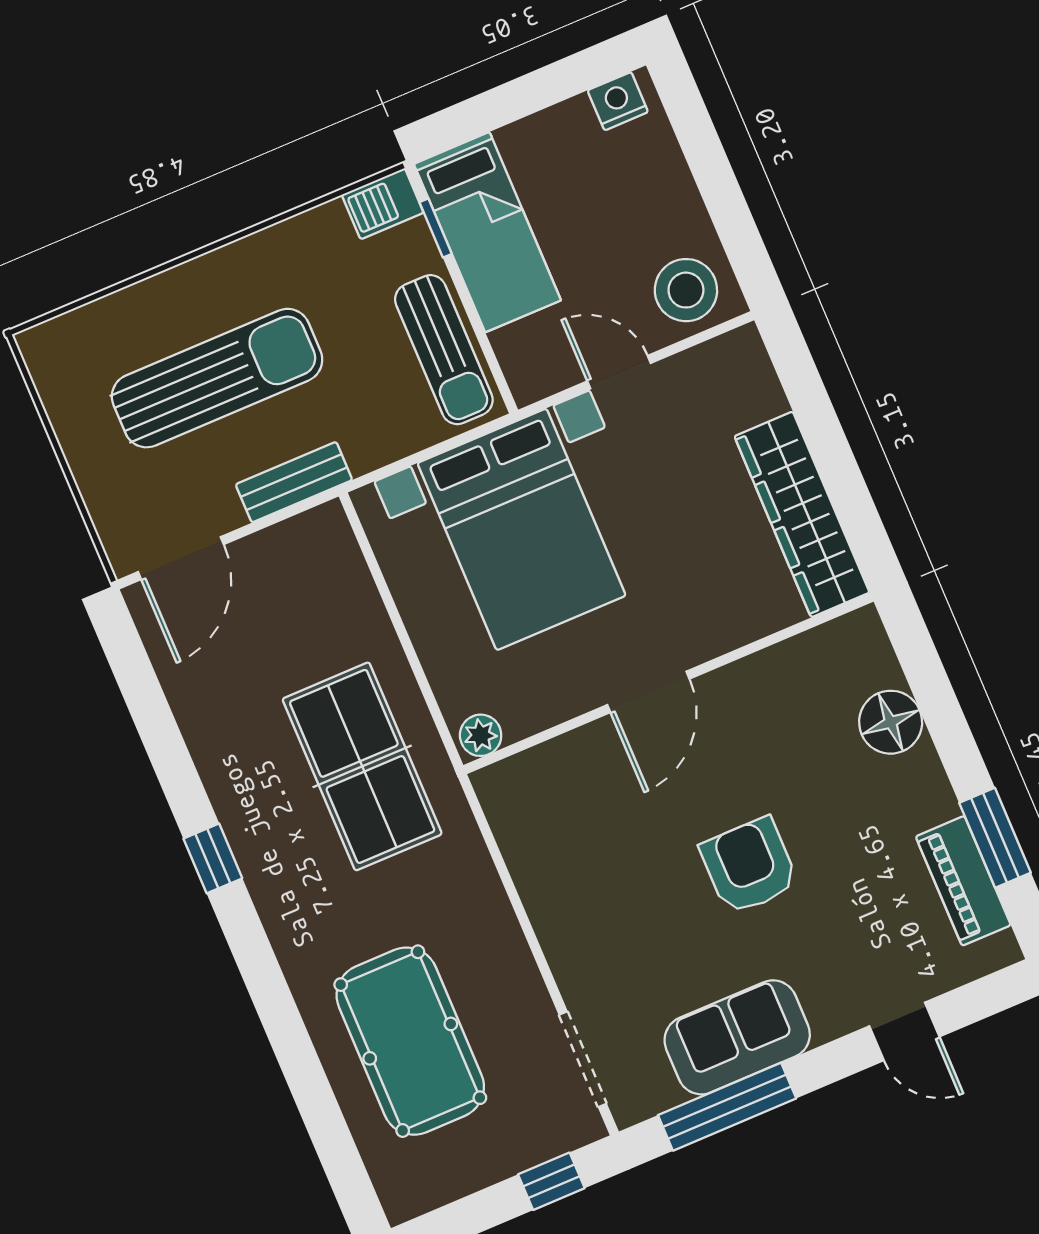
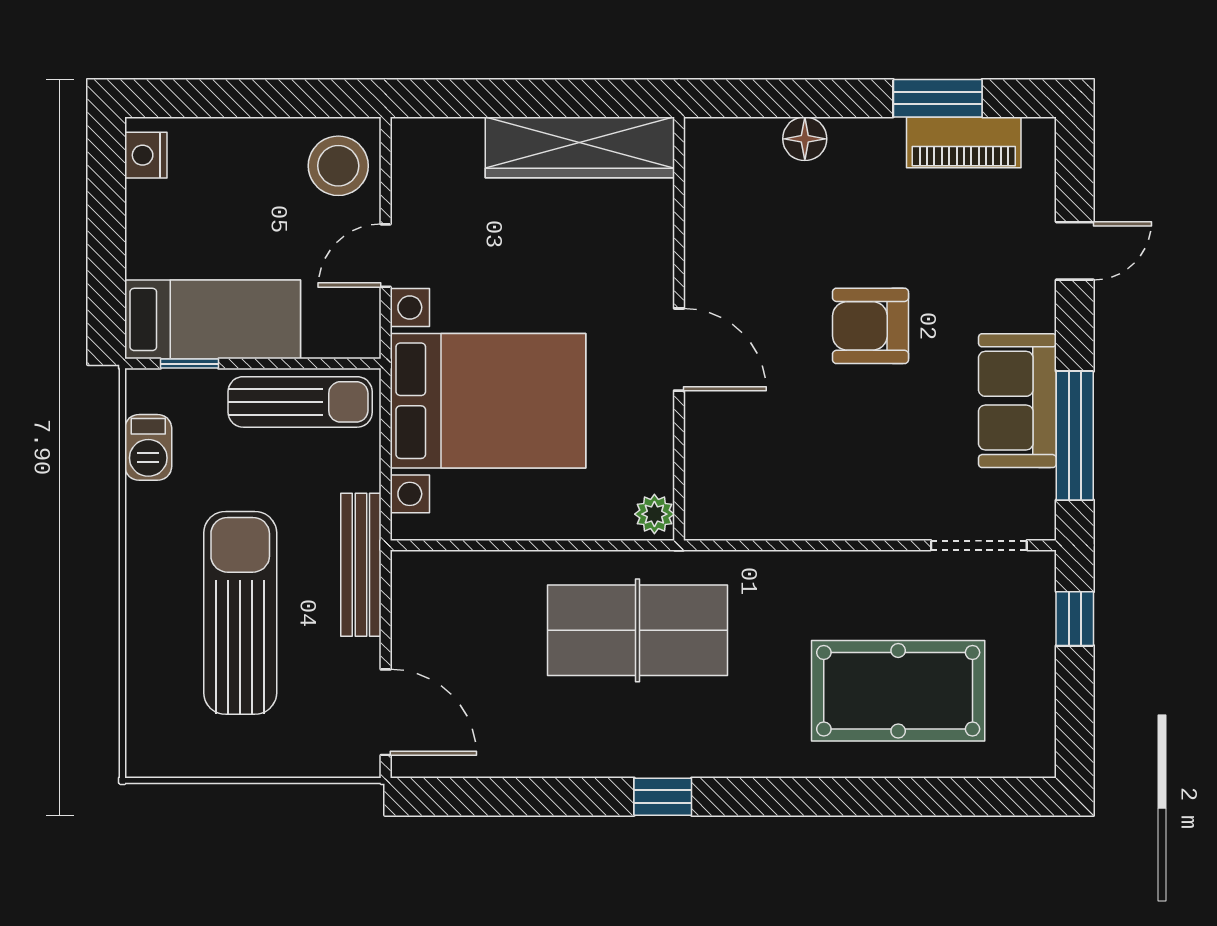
barbecue: (383, 204) -> (148, 447), moved
bench: (294, 482) -> (361, 565), width x1.36
floor lamp: (891, 722) -> (805, 139), width x0.73, depth x0.73

